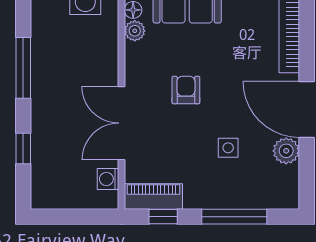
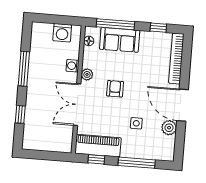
plant: (135, 31) -> (87, 74), moved
washing machine: (108, 179) -> (73, 66), moved
piano: (153, 197) -> (98, 146), width x1.37, depth x1.33

